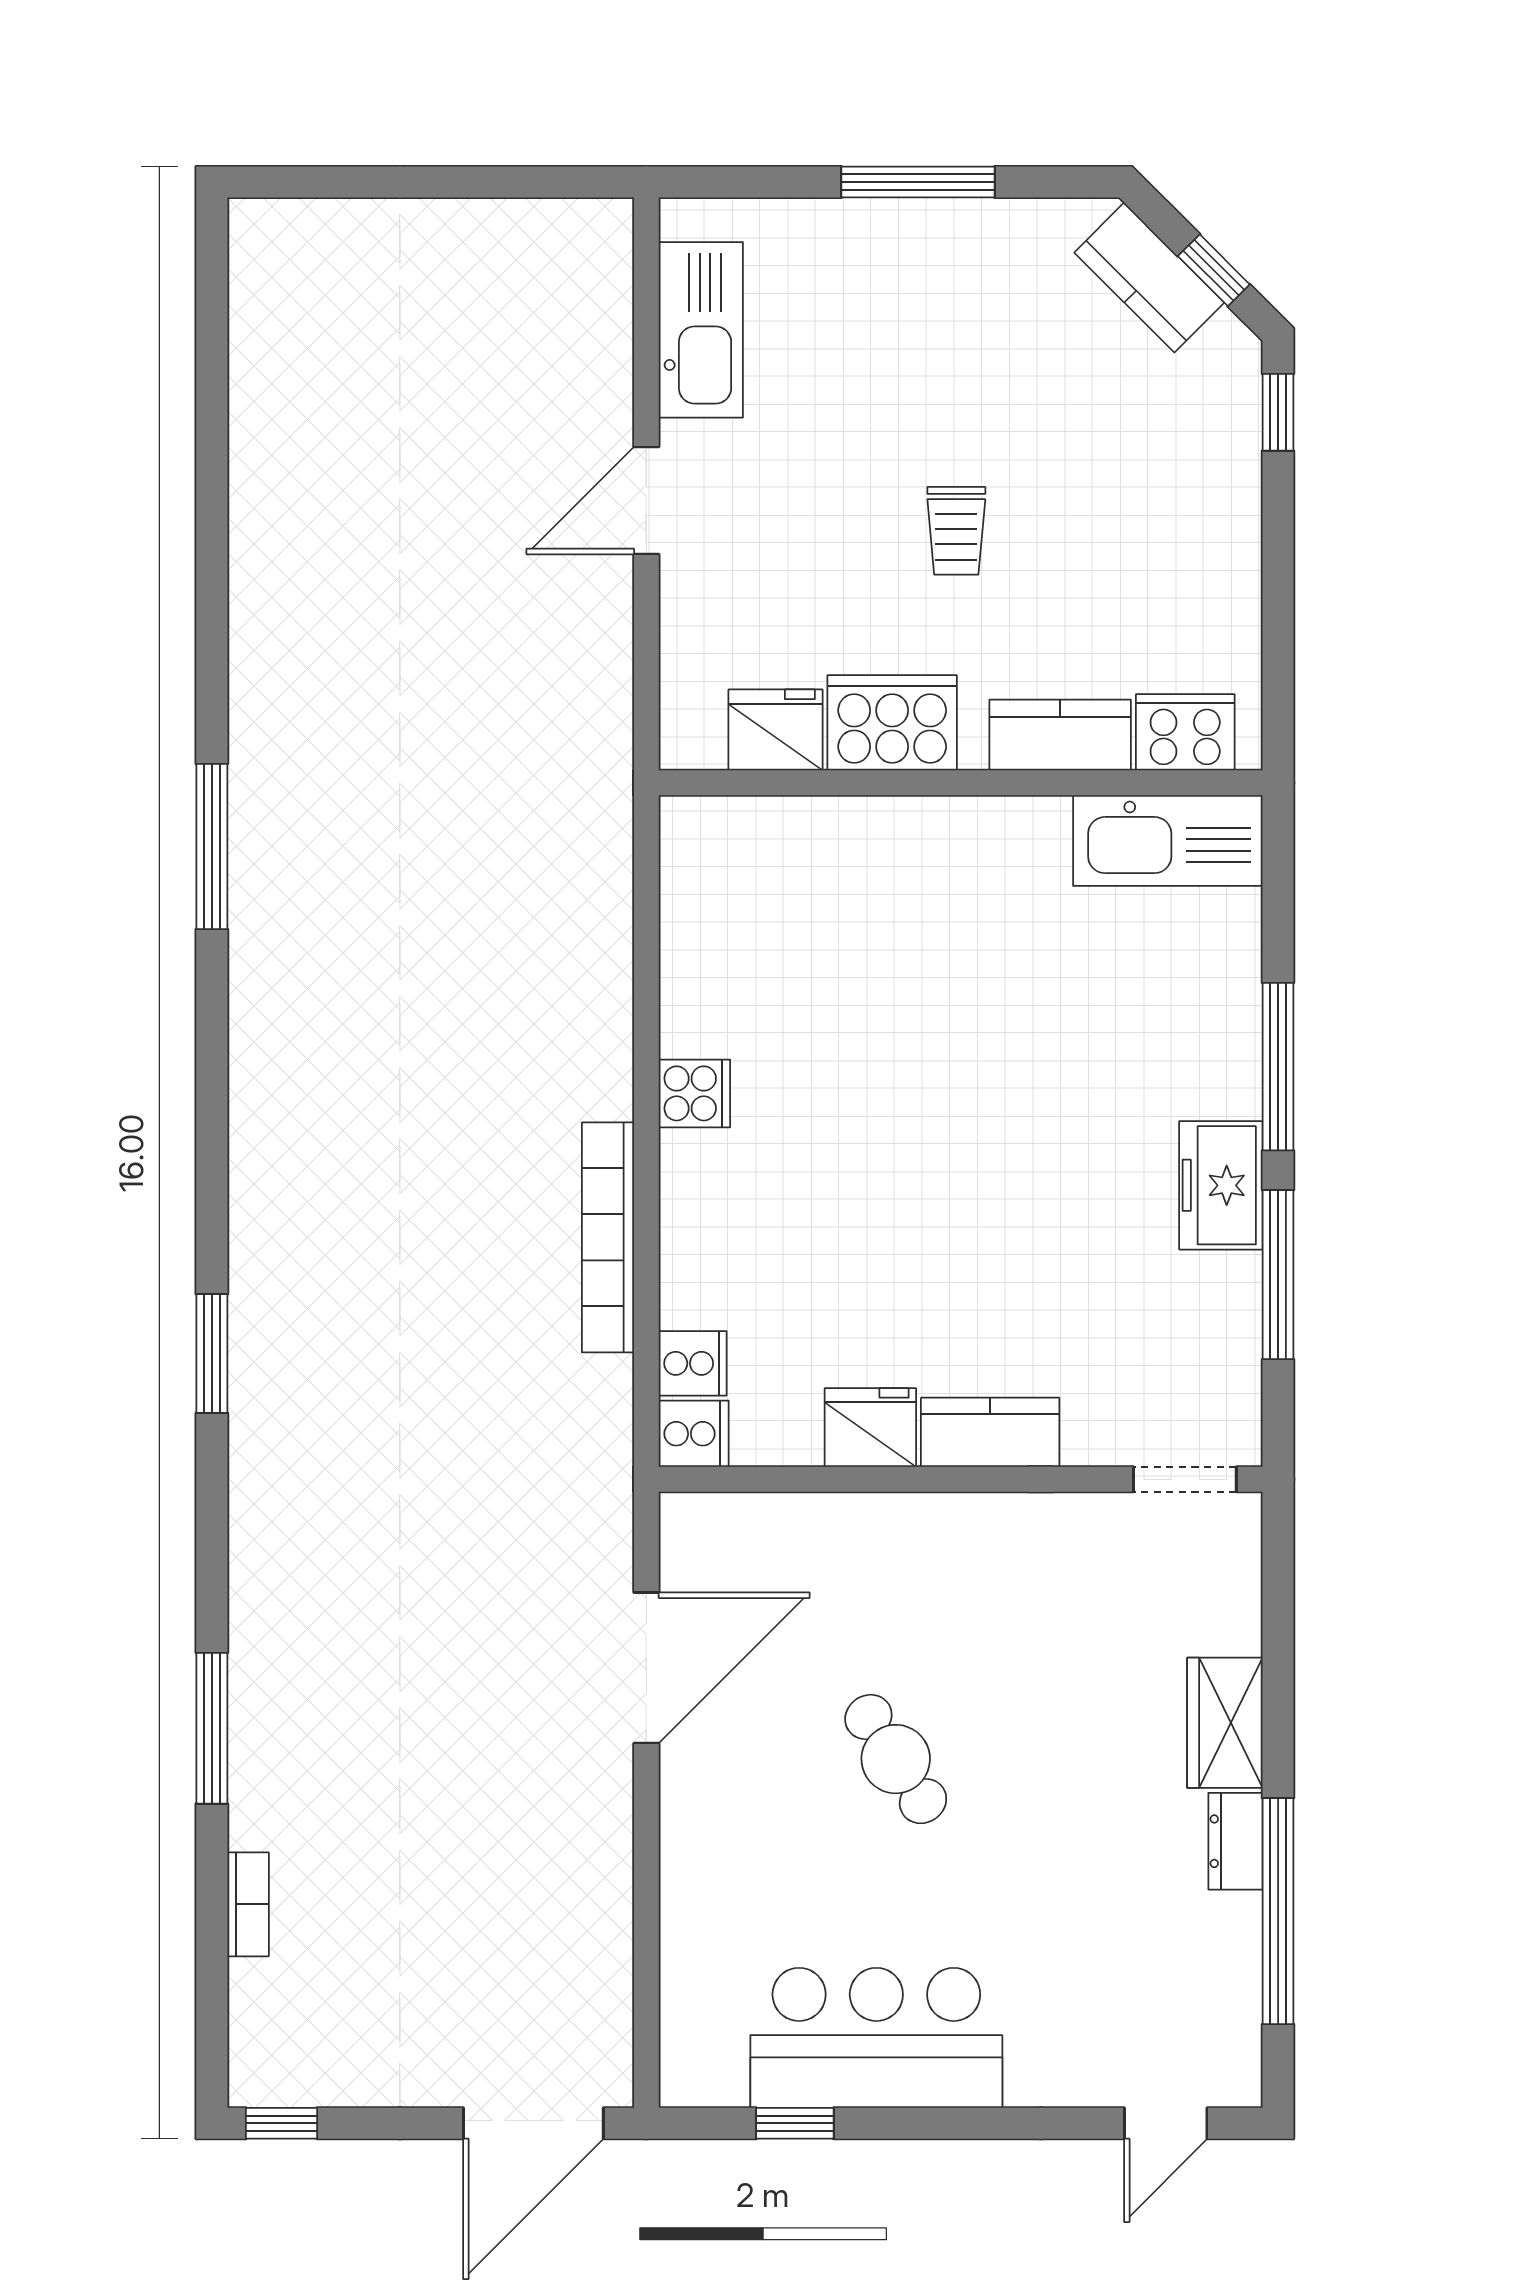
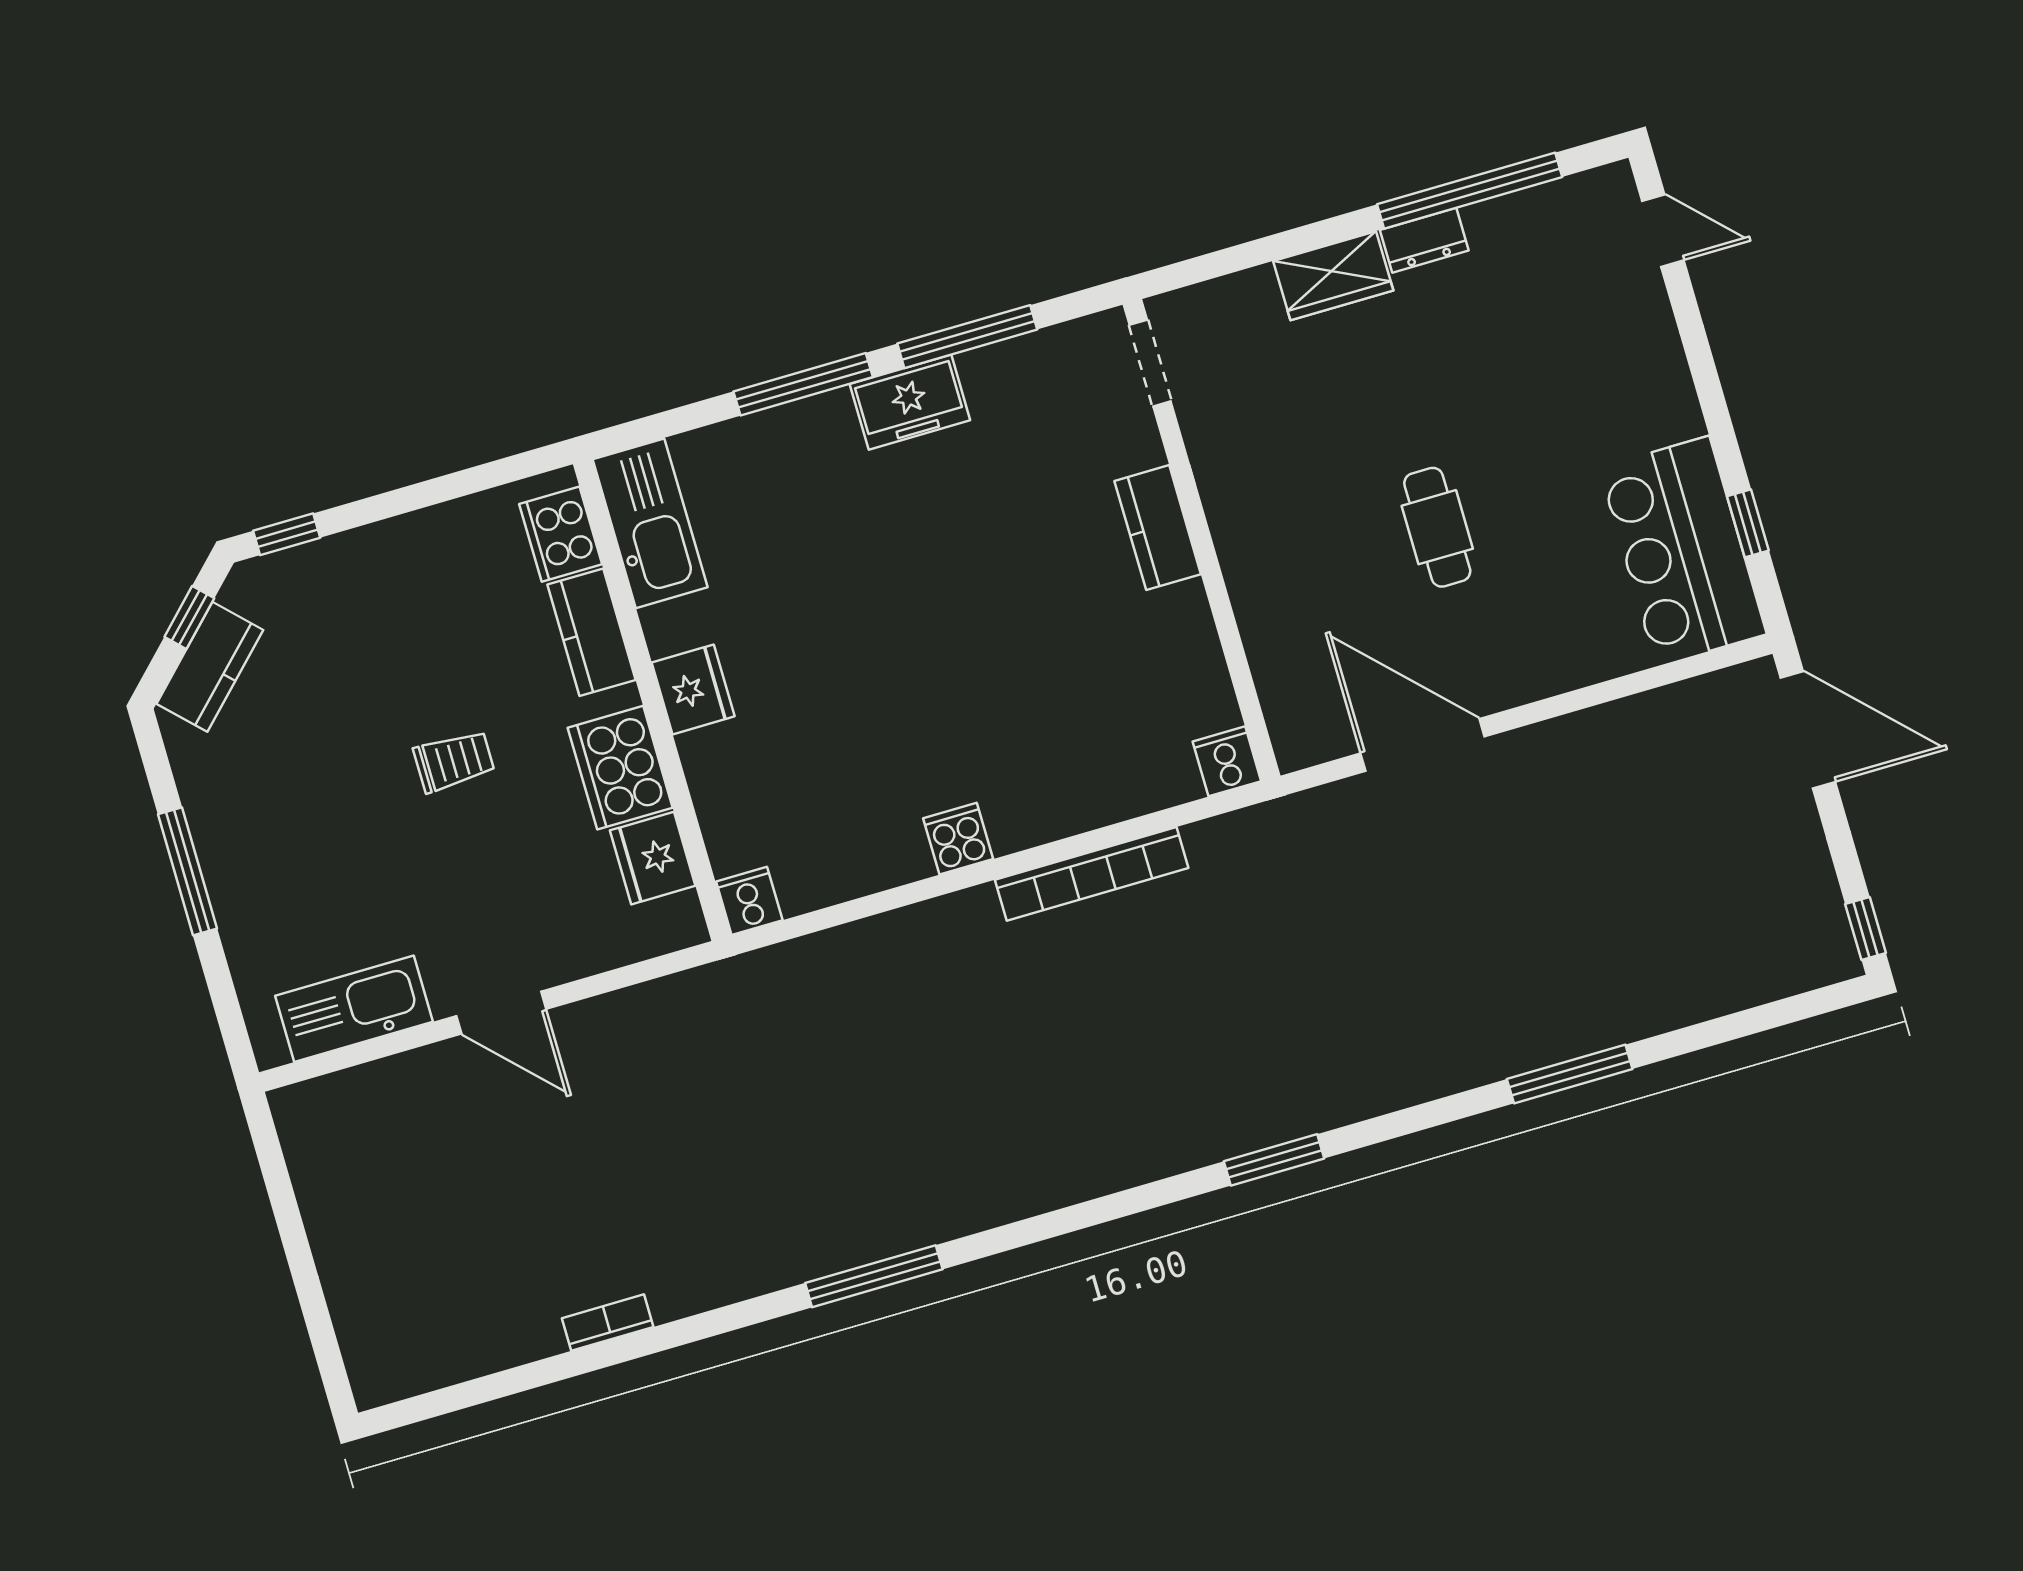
cooker: (693, 1363) -> (749, 901), moved
fridge: (870, 1428) -> (693, 689), moved, turned 180
cafe table: (896, 1759) -> (1437, 527), turned -57
bookcase: (248, 1904) -> (608, 1323), moved
bar counter: (876, 2038) -> (1683, 551), moved

